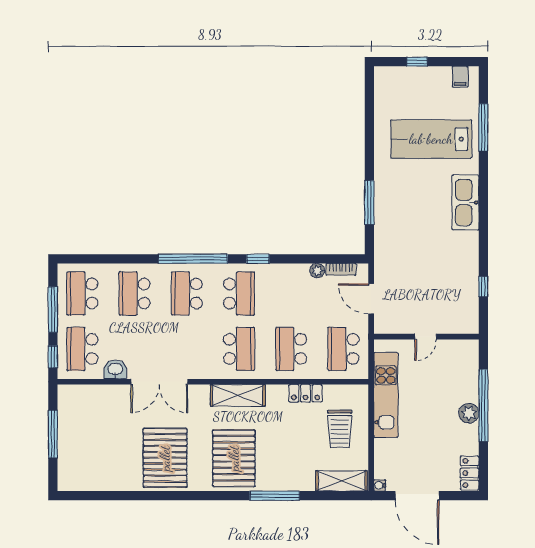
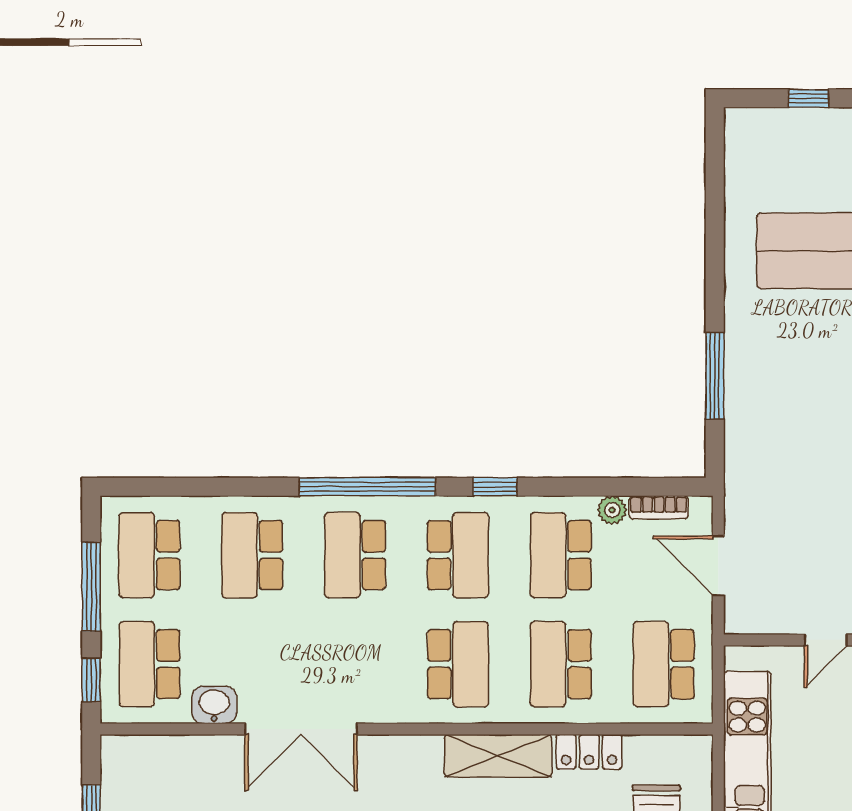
school desk: (291, 293) -> (561, 555), added
shelving: (238, 395) -> (498, 756), moved

